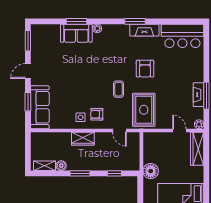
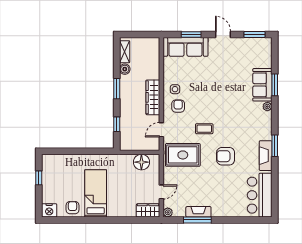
wardrobe: (83, 139) -> (153, 97), width x1.50
wardrobe: (197, 149) -> (148, 210), width x0.67
floor lamp: (151, 171) -> (141, 162), moved

